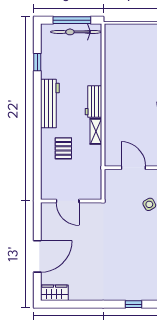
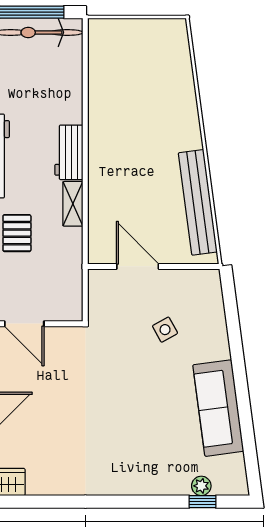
window: (133, 304) -> (138, 502), removed

